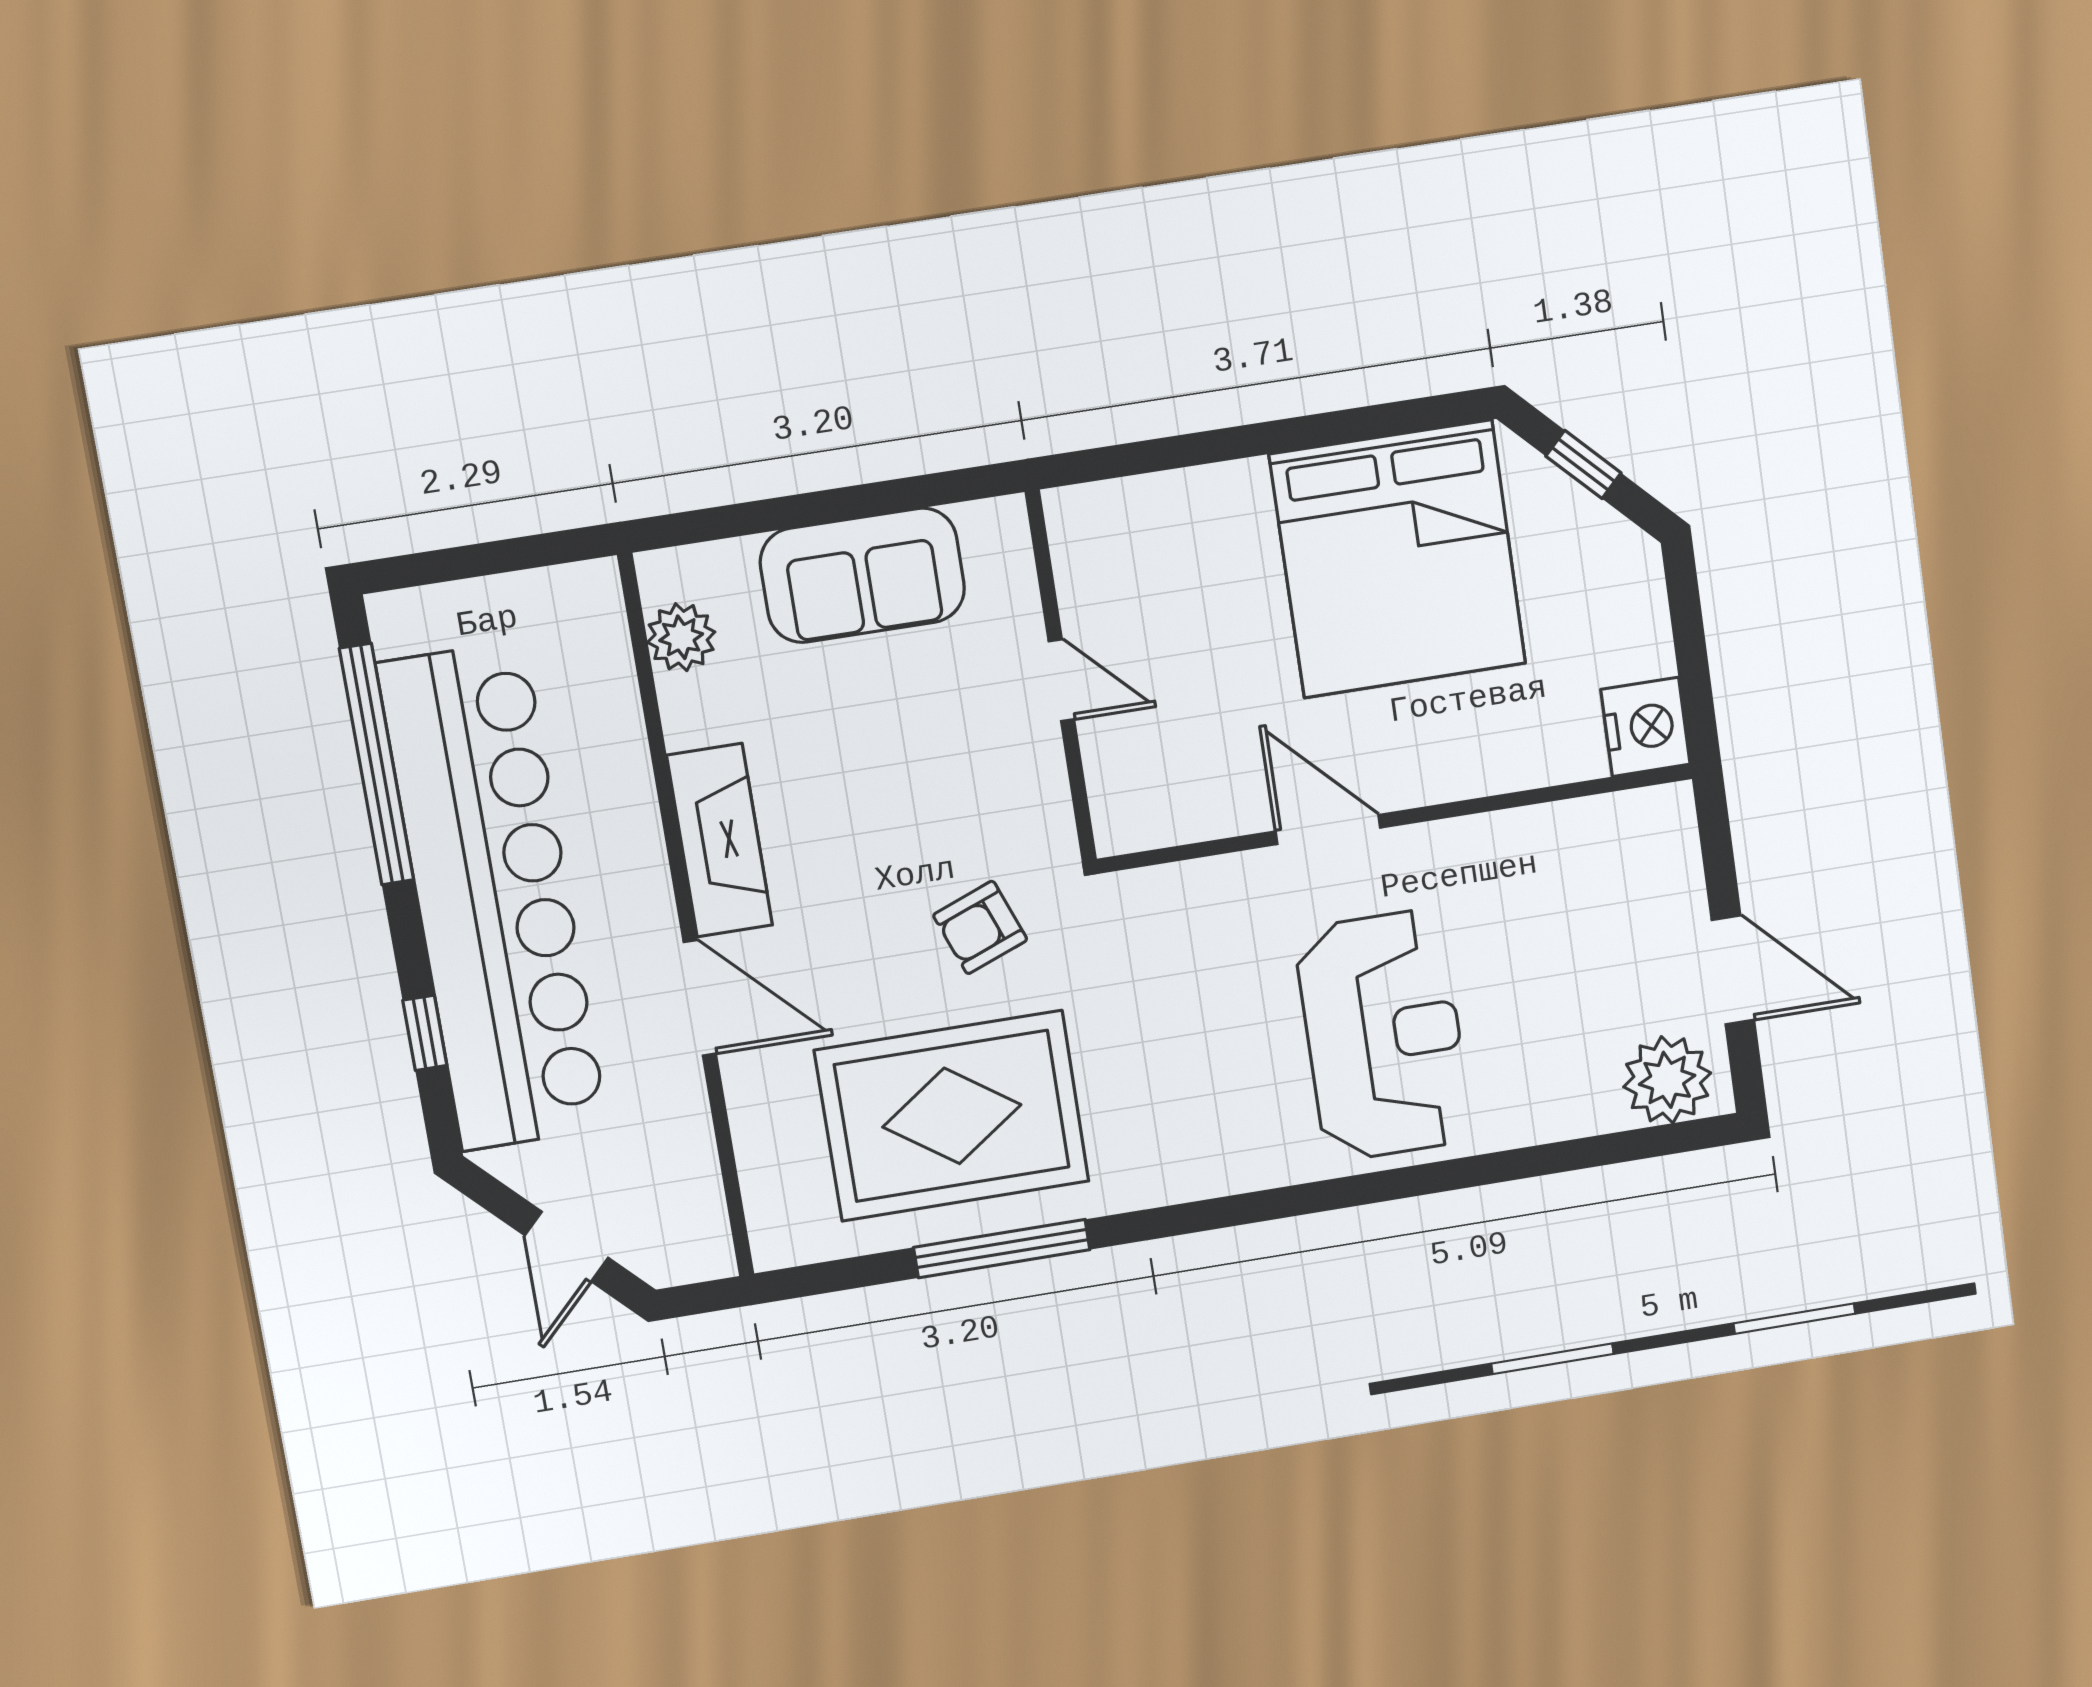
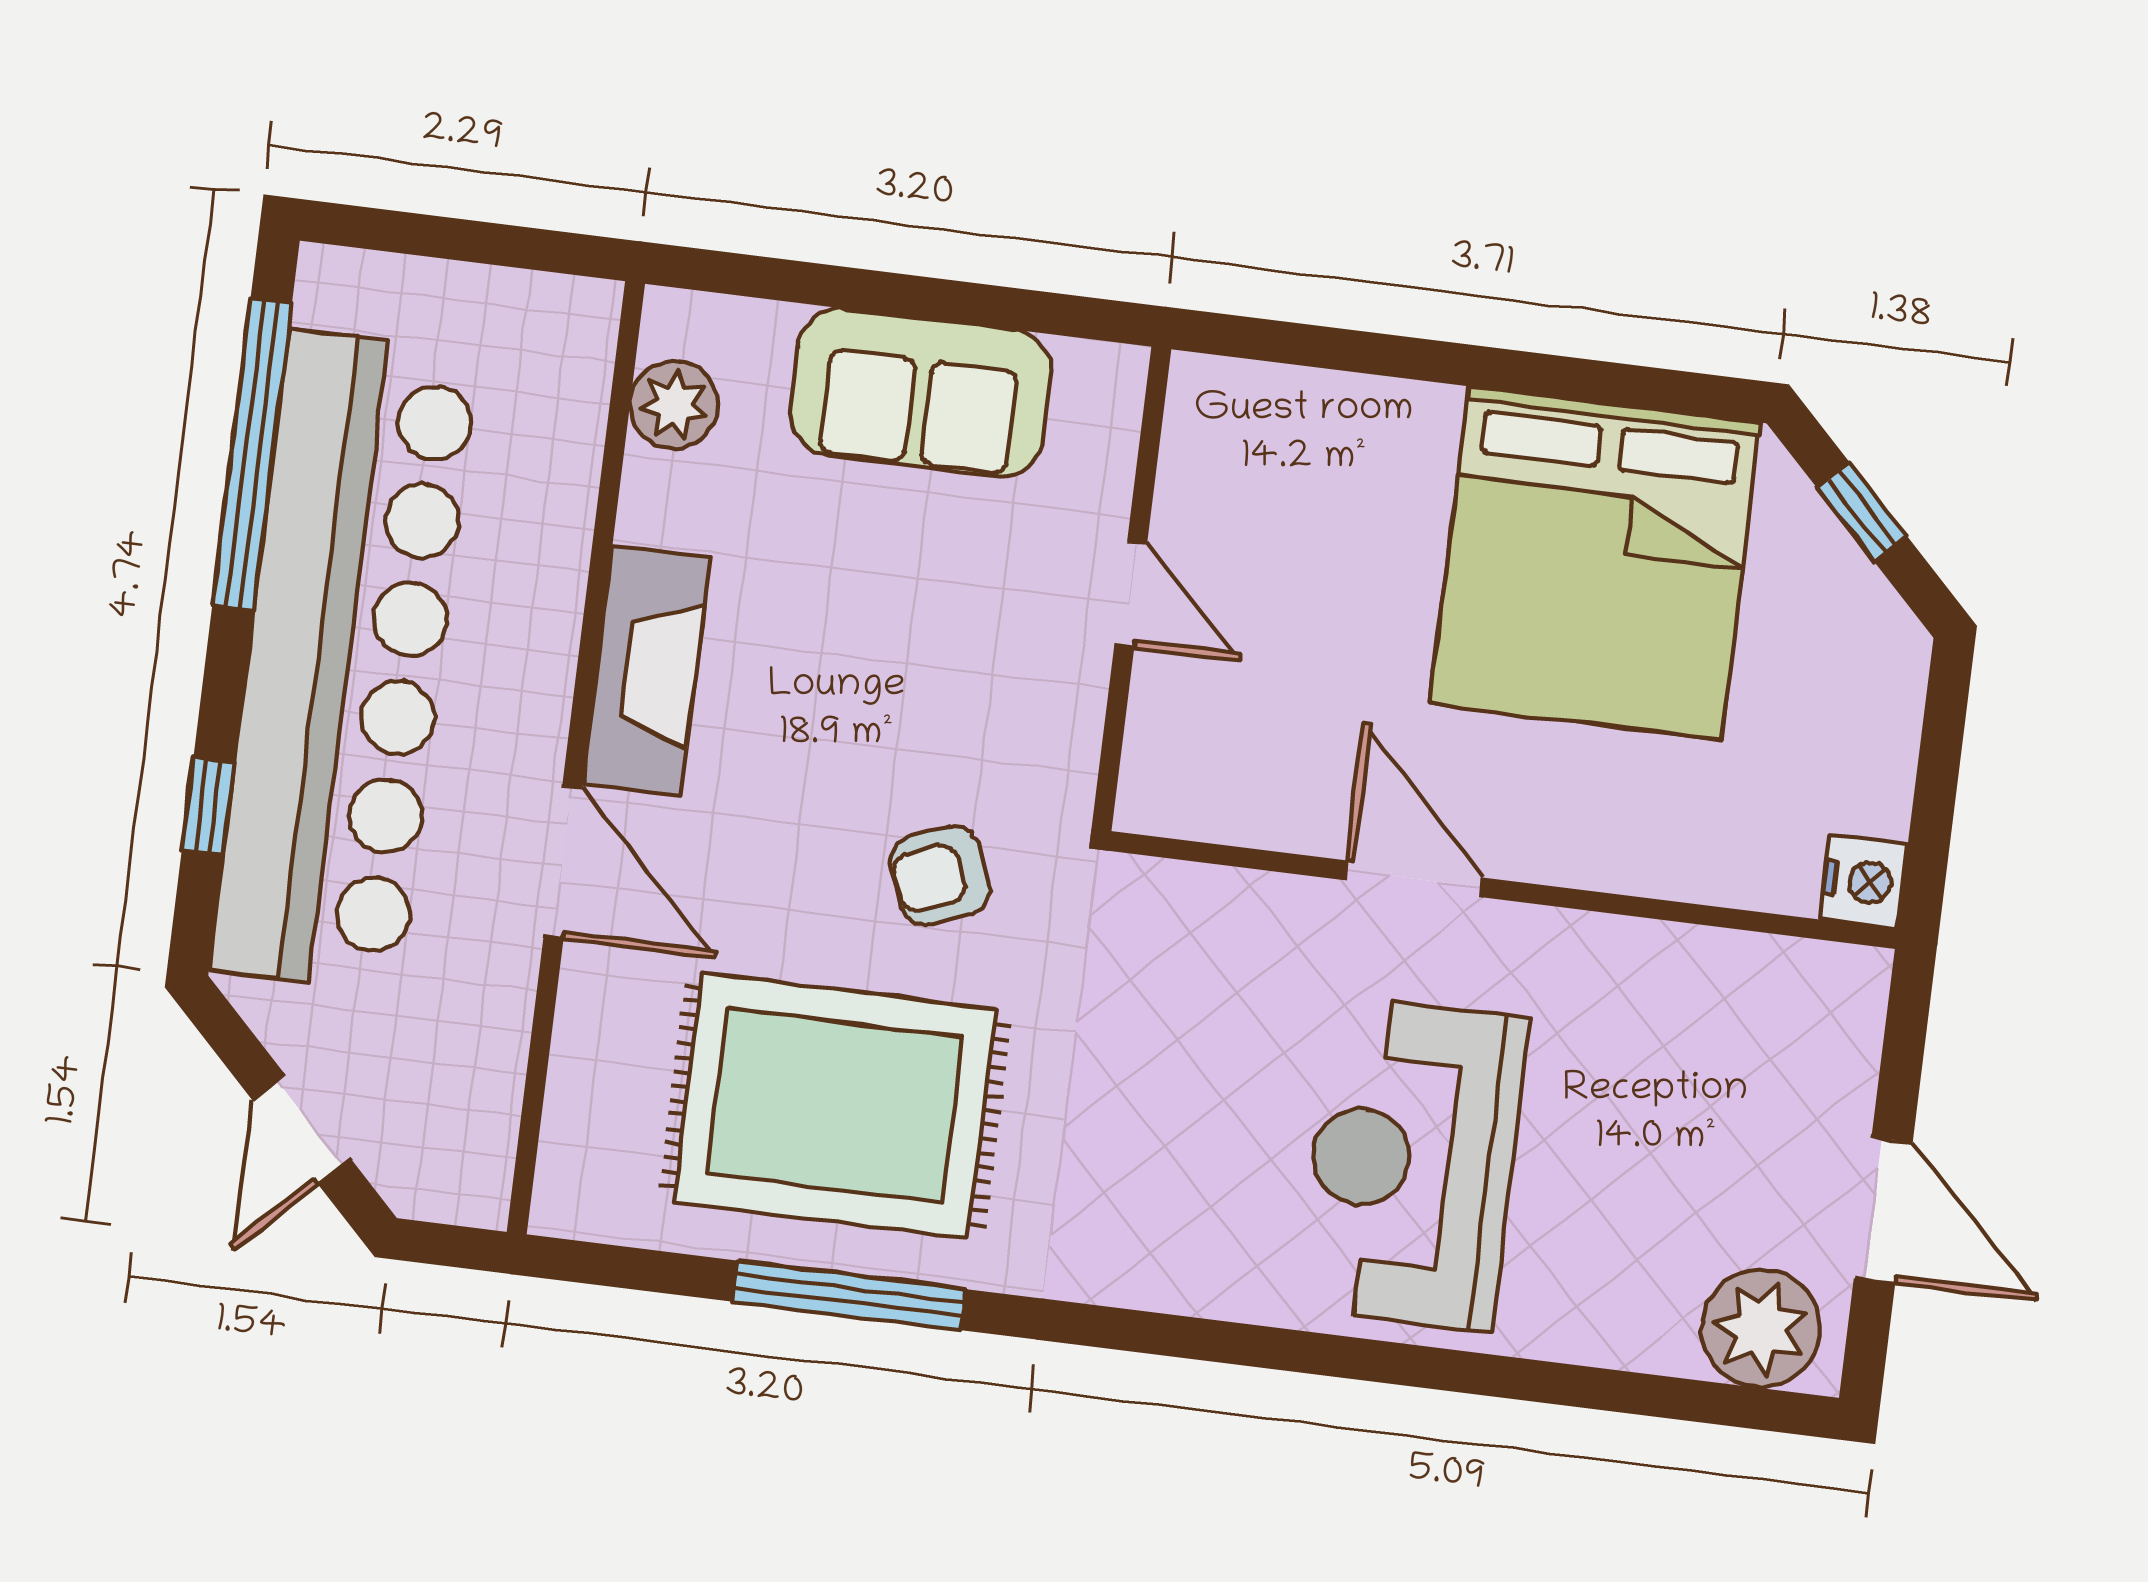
nightstand: (1645, 727) -> (1864, 882), width x0.74, depth x0.75
reception desk: (1384, 1035) -> (1412, 1163), turned 180

